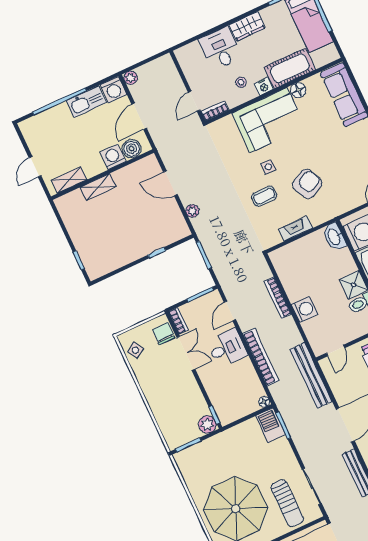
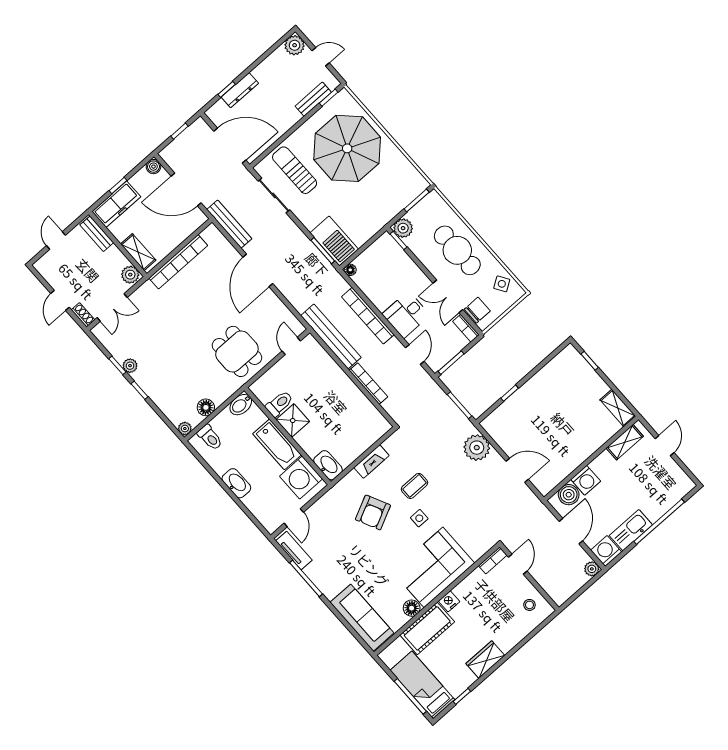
desk: (220, 48) -> (507, 628), removed
stool: (241, 82) -> (529, 605), moved
shelving: (98, 187) -> (618, 408), moved, turned 90
plant: (192, 211) -> (477, 448), width x1.88, depth x1.88
washing machine: (305, 310) -> (337, 379), removed
chair: (164, 334) -> (477, 310), turned -90
bench: (311, 376) -> (331, 337), moved
cafe table: (166, 391) -> (457, 250), added
barbecue: (270, 425) -> (334, 241), width x1.37, depth x1.21

